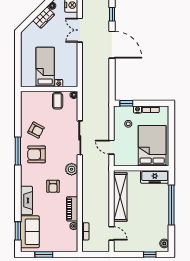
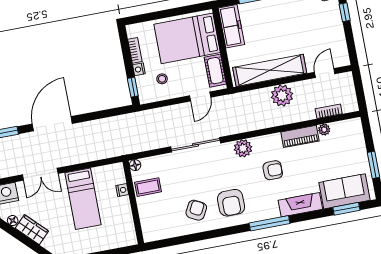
bed: (45, 67) -> (83, 199), moved, turned -90
window: (18, 151) -> (269, 223), moved
cot: (127, 160) -> (215, 71), added
plant: (102, 202) -> (282, 96), added

